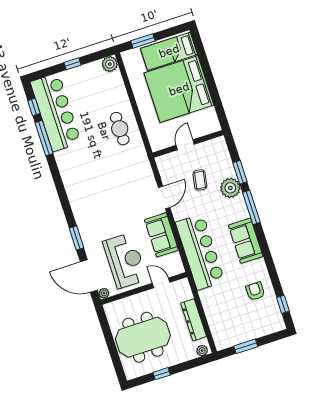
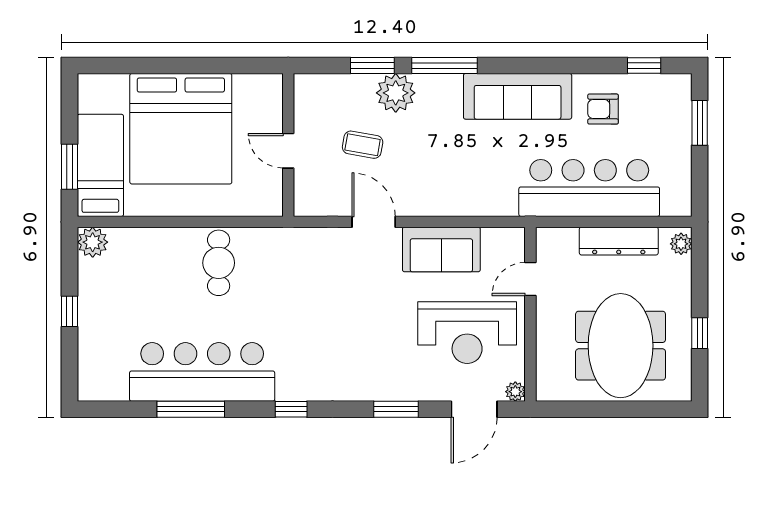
bed: (169, 51) -> (100, 165), moved, turned 180
window: (34, 107) -> (291, 409), moved
bar counter: (56, 112) -> (202, 372), moved
cafe table: (120, 129) -> (219, 263), turned 90
sofa: (246, 241) -> (518, 96), width x1.36
bar counter: (200, 252) -> (589, 188), moved
reception desk: (125, 261) -> (467, 333), turned 180
door: (89, 276) -> (474, 409), width x0.73
window: (246, 346) -> (700, 123), moved

